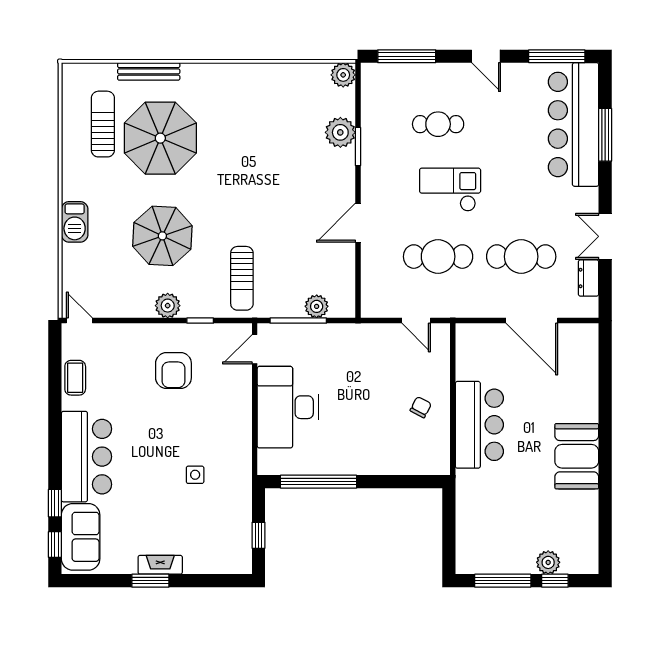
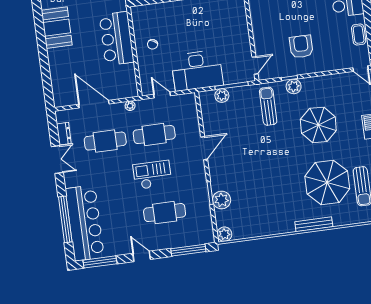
bench: (149, 71) -> (314, 224), moved
cafe table: (438, 124) -> (165, 213), width x1.37, depth x1.35
window: (605, 135) -> (65, 219), width x1.46
checkout: (450, 190) -> (152, 175), turned 180
plant: (168, 306) -> (294, 86), moved
plant: (472, 310) -> (130, 106), added
desk: (288, 407) -> (197, 70), moved, turned 90

